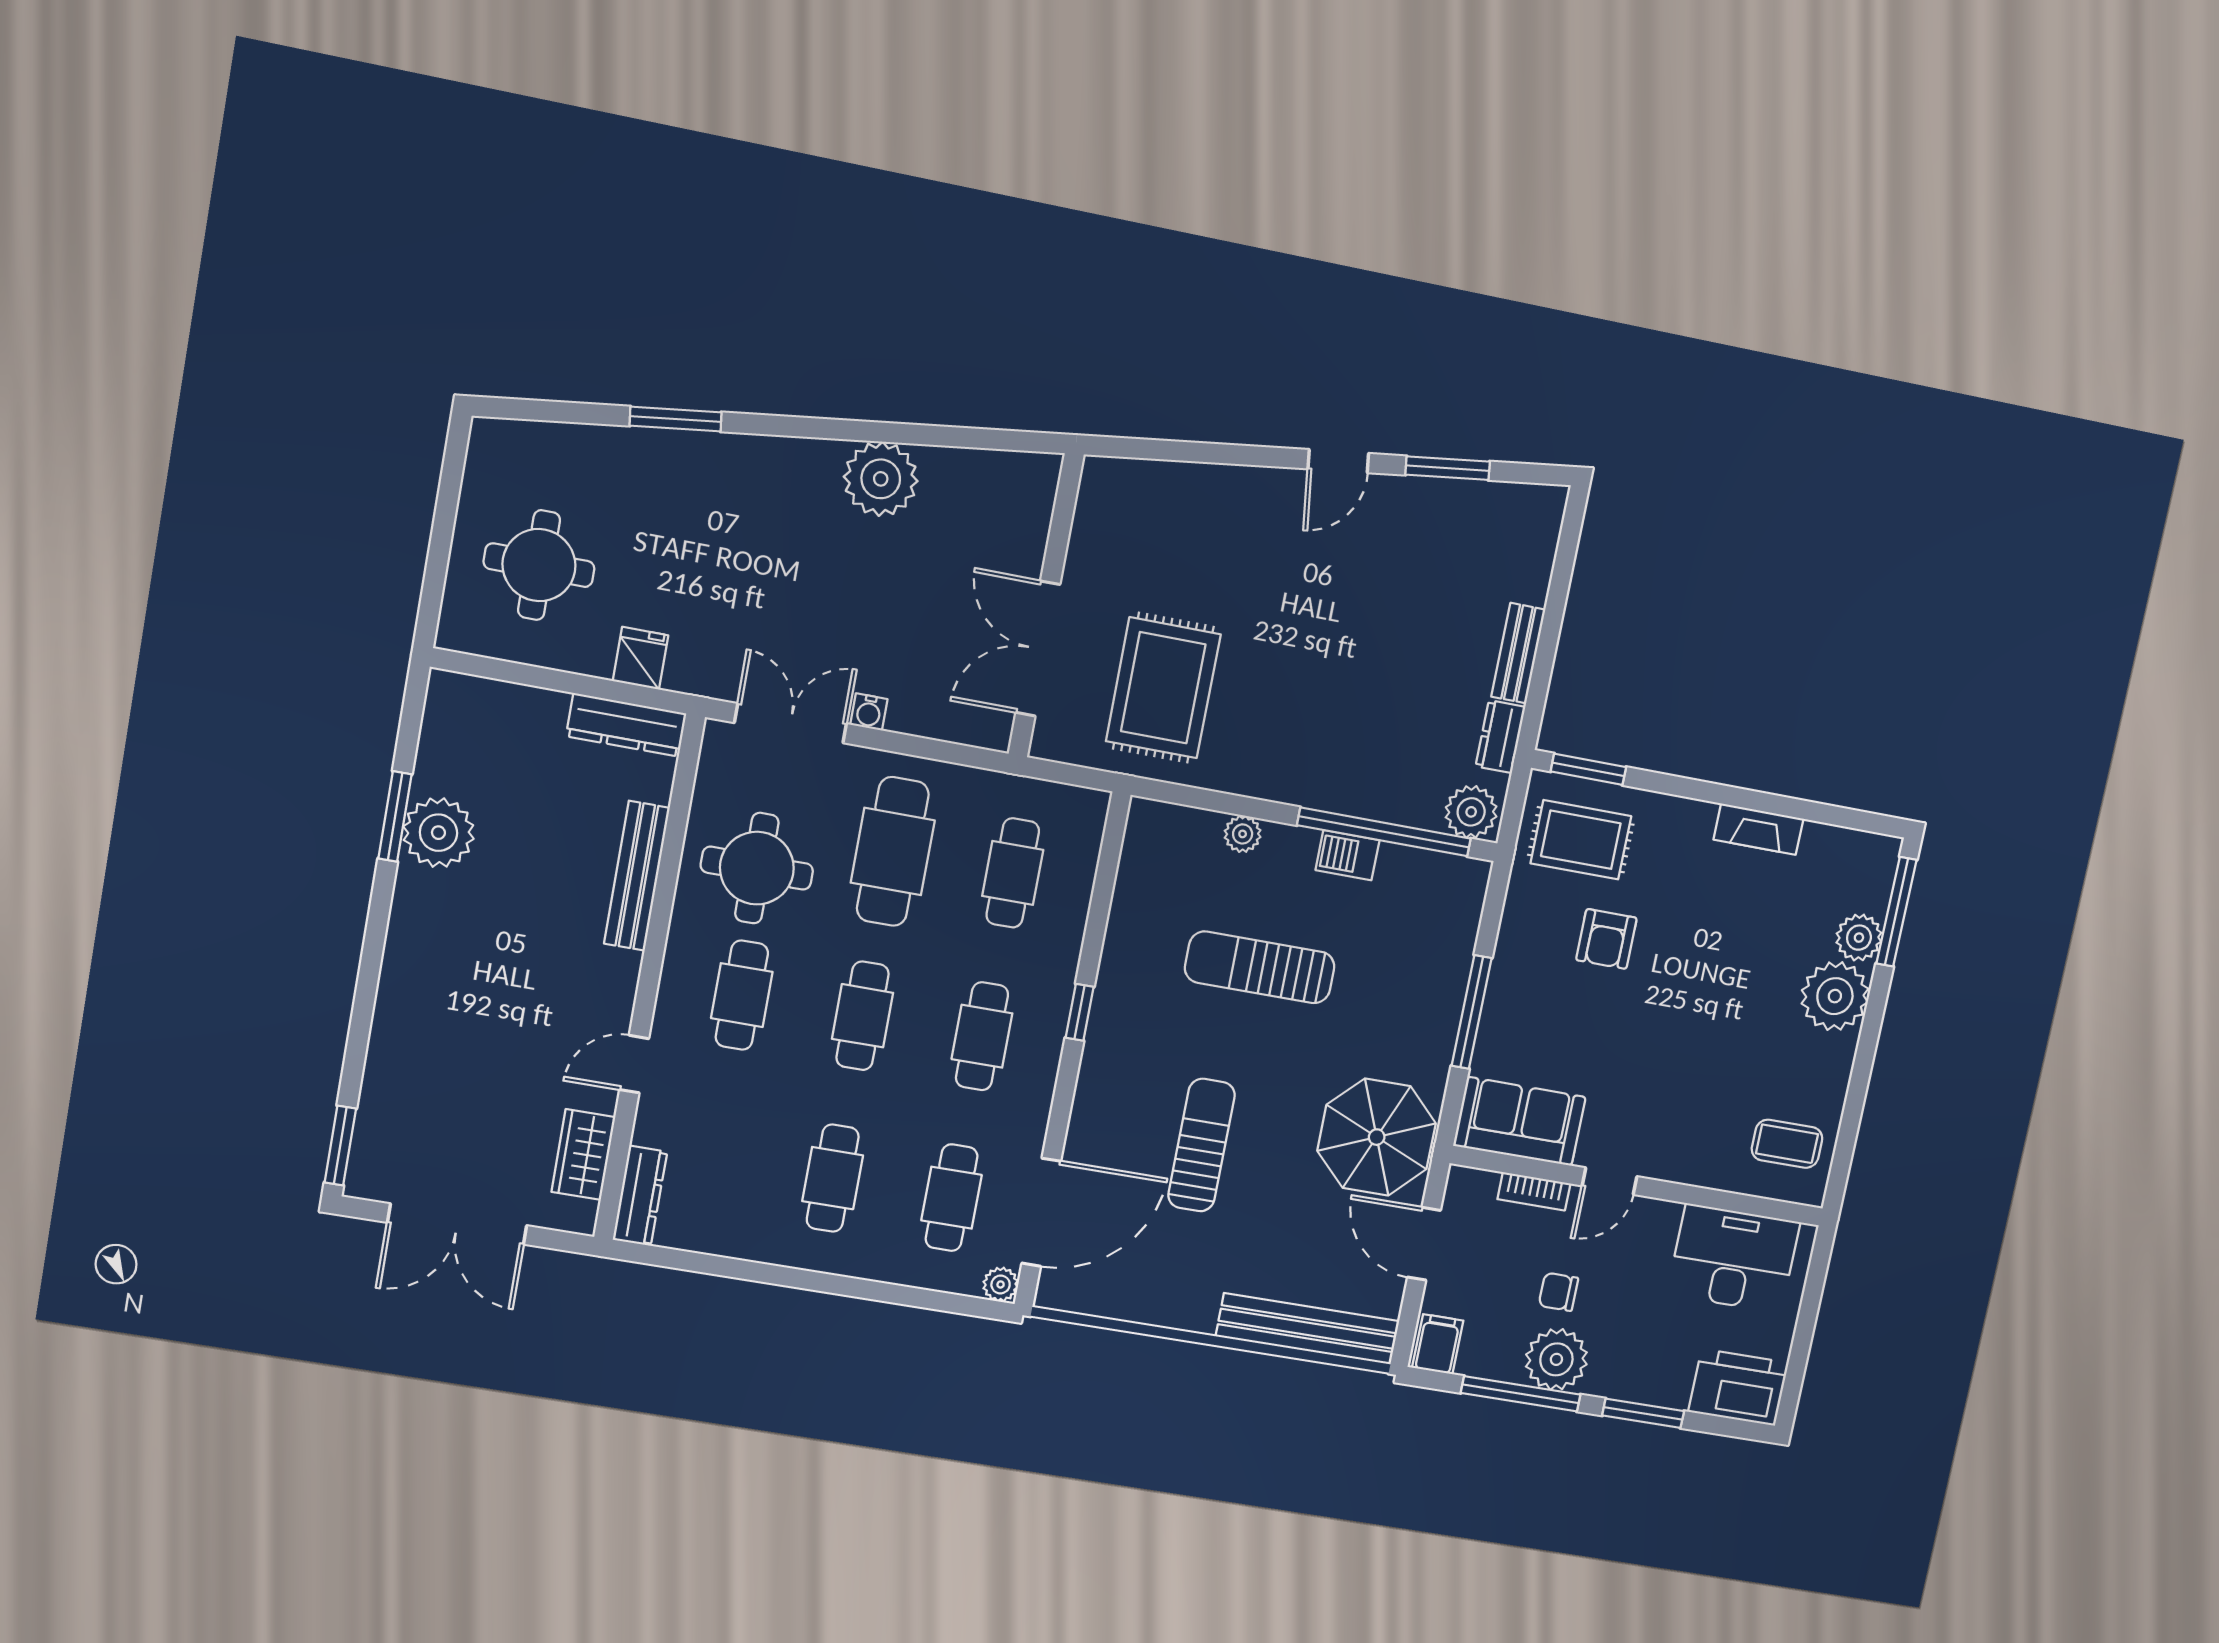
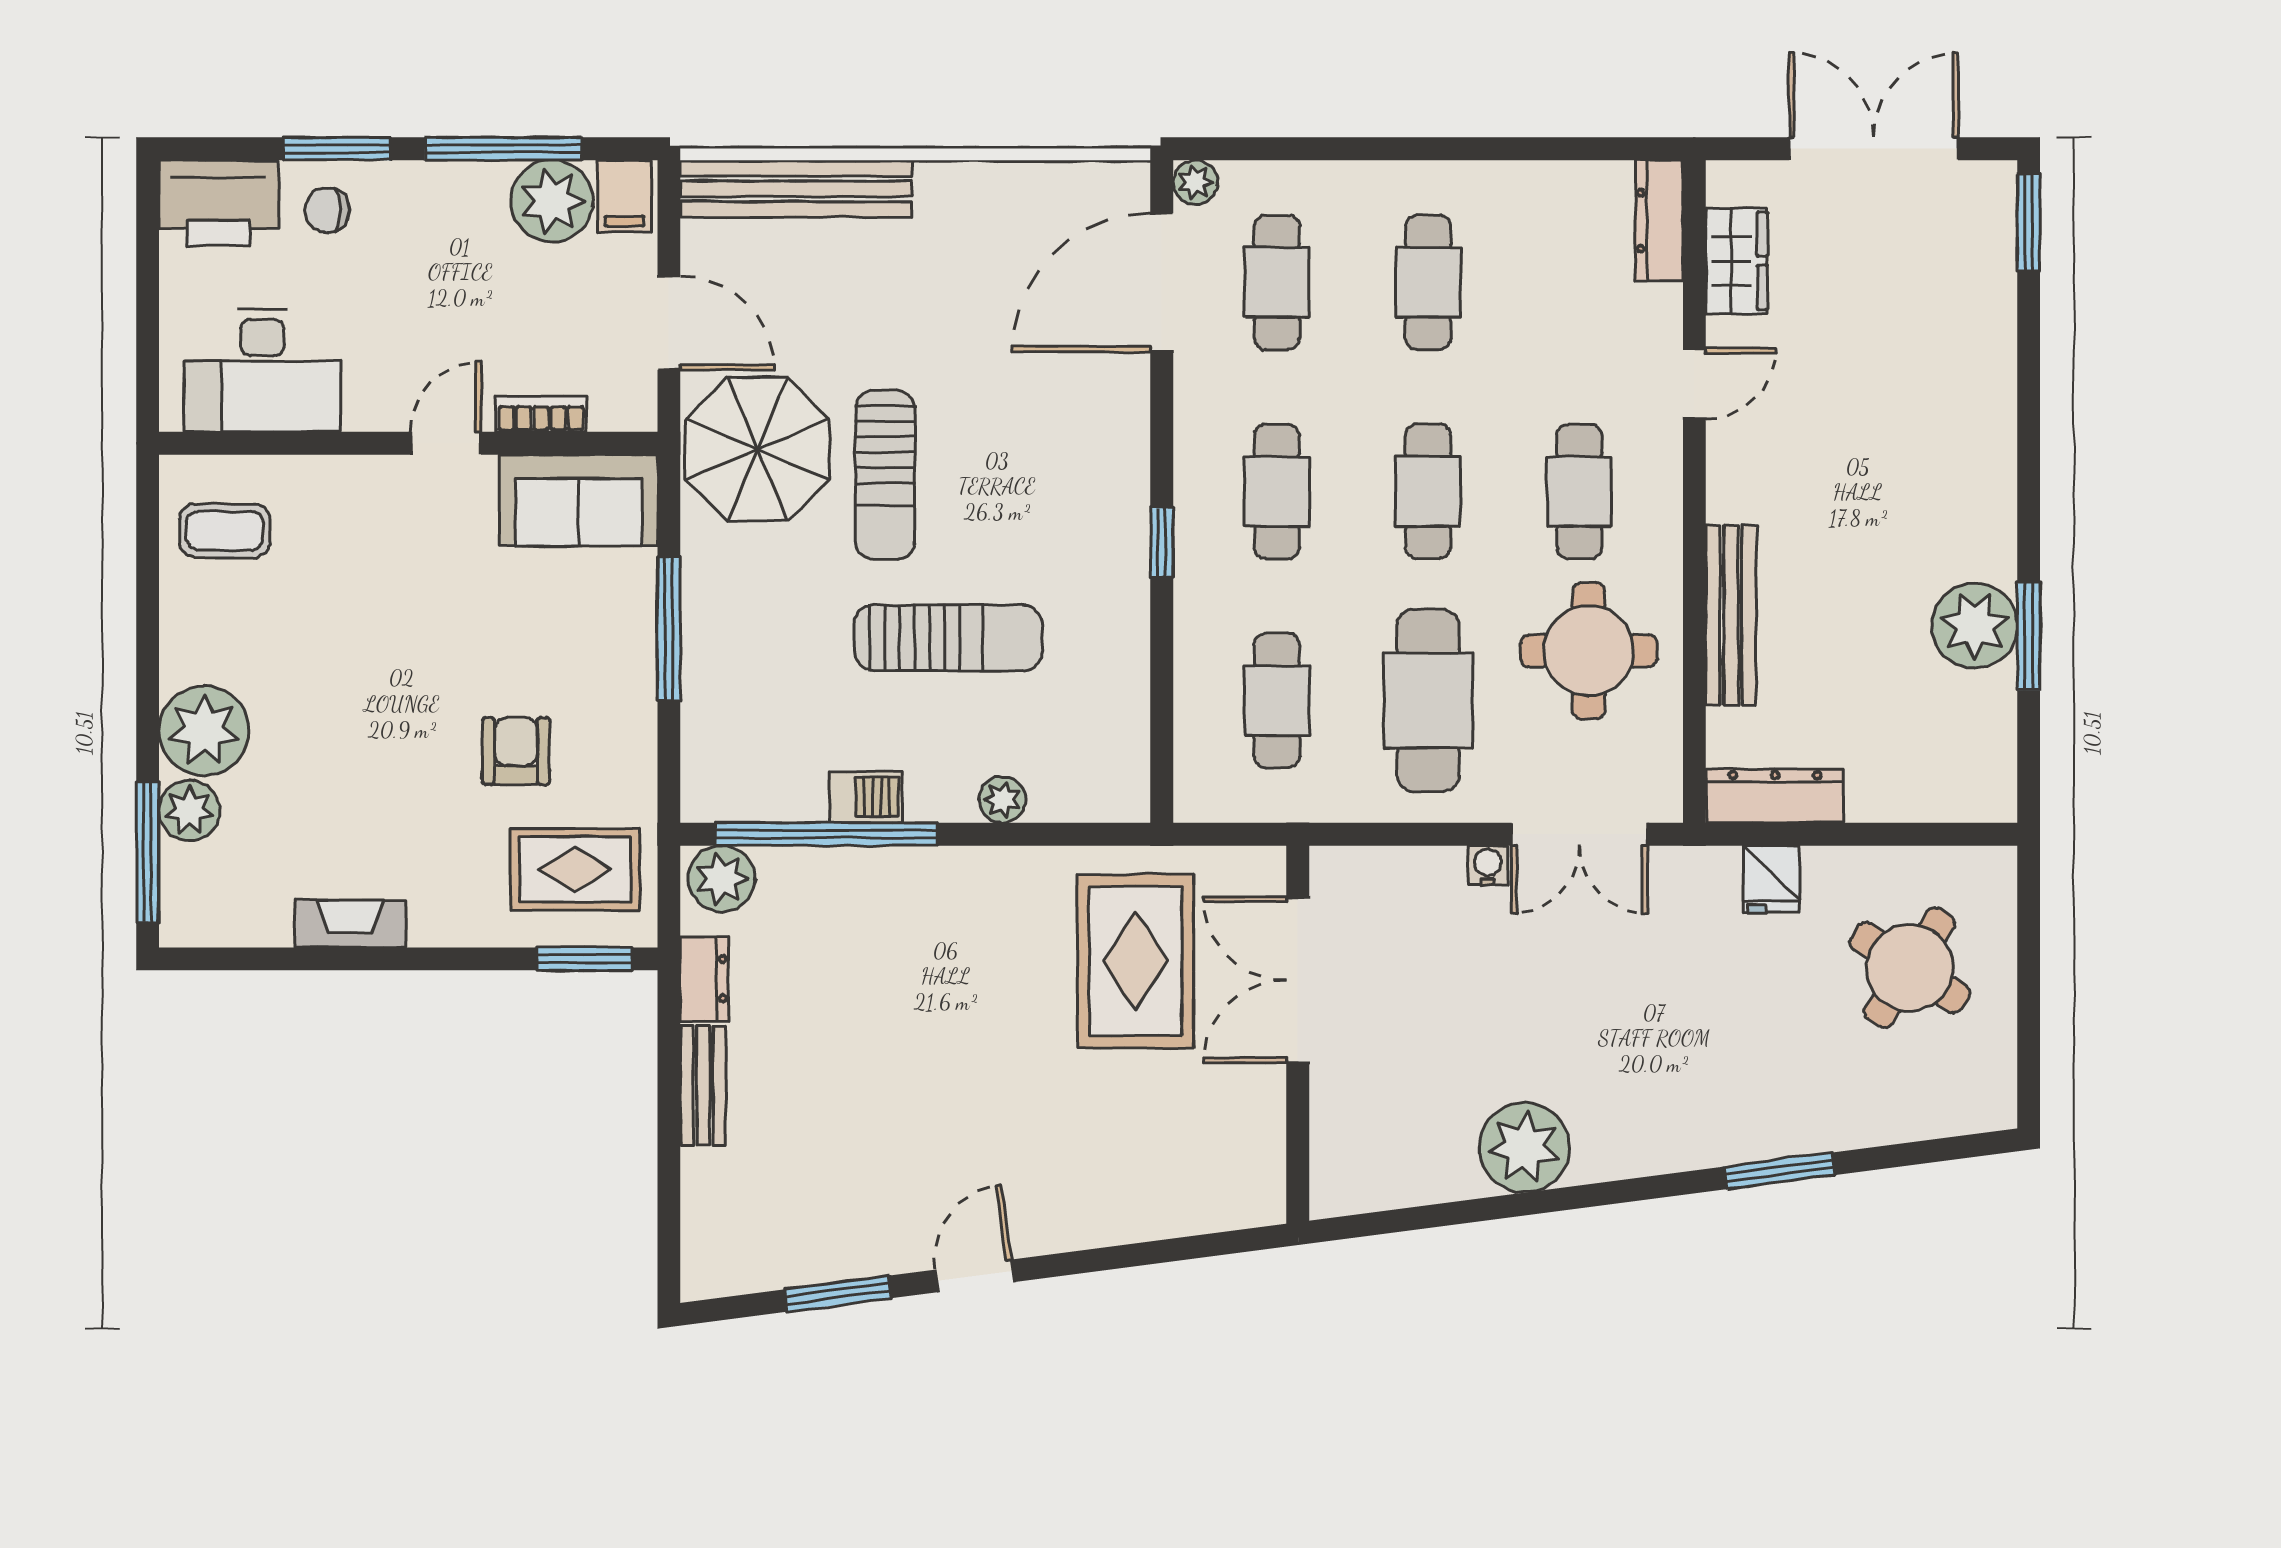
round table: (539, 565) -> (1910, 968), turned 33
double door: (1038, 649) -> (1298, 980), swing flipped
sun lounger: (1201, 1145) -> (885, 475), moved
chair: (1558, 1292) -> (327, 210), moved, turned 180
plant: (1556, 1359) -> (552, 201), moved

